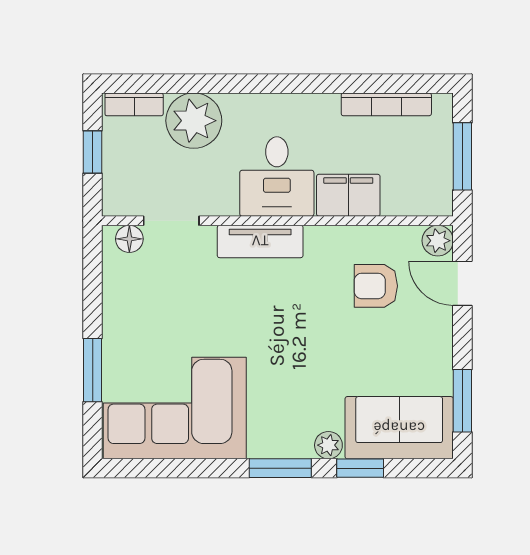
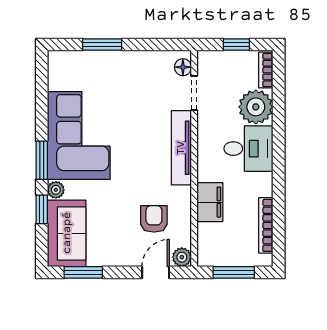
desk: (277, 177) -> (248, 149), moved, turned 180
tv unit: (260, 241) -> (181, 148), width x1.41
corner sofa: (175, 408) -> (79, 135), moved

